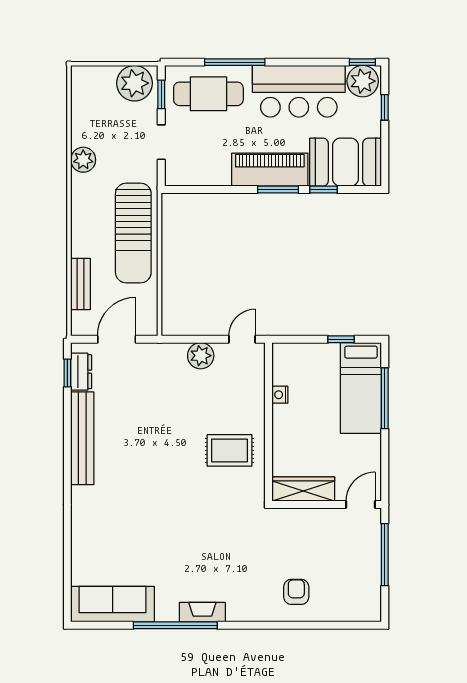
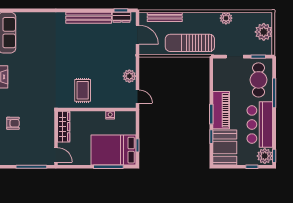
plant: (134, 83) -> (264, 32), moved
bench: (81, 284) -> (165, 17), width x1.36
bed: (361, 388) -> (113, 150), width x1.50

